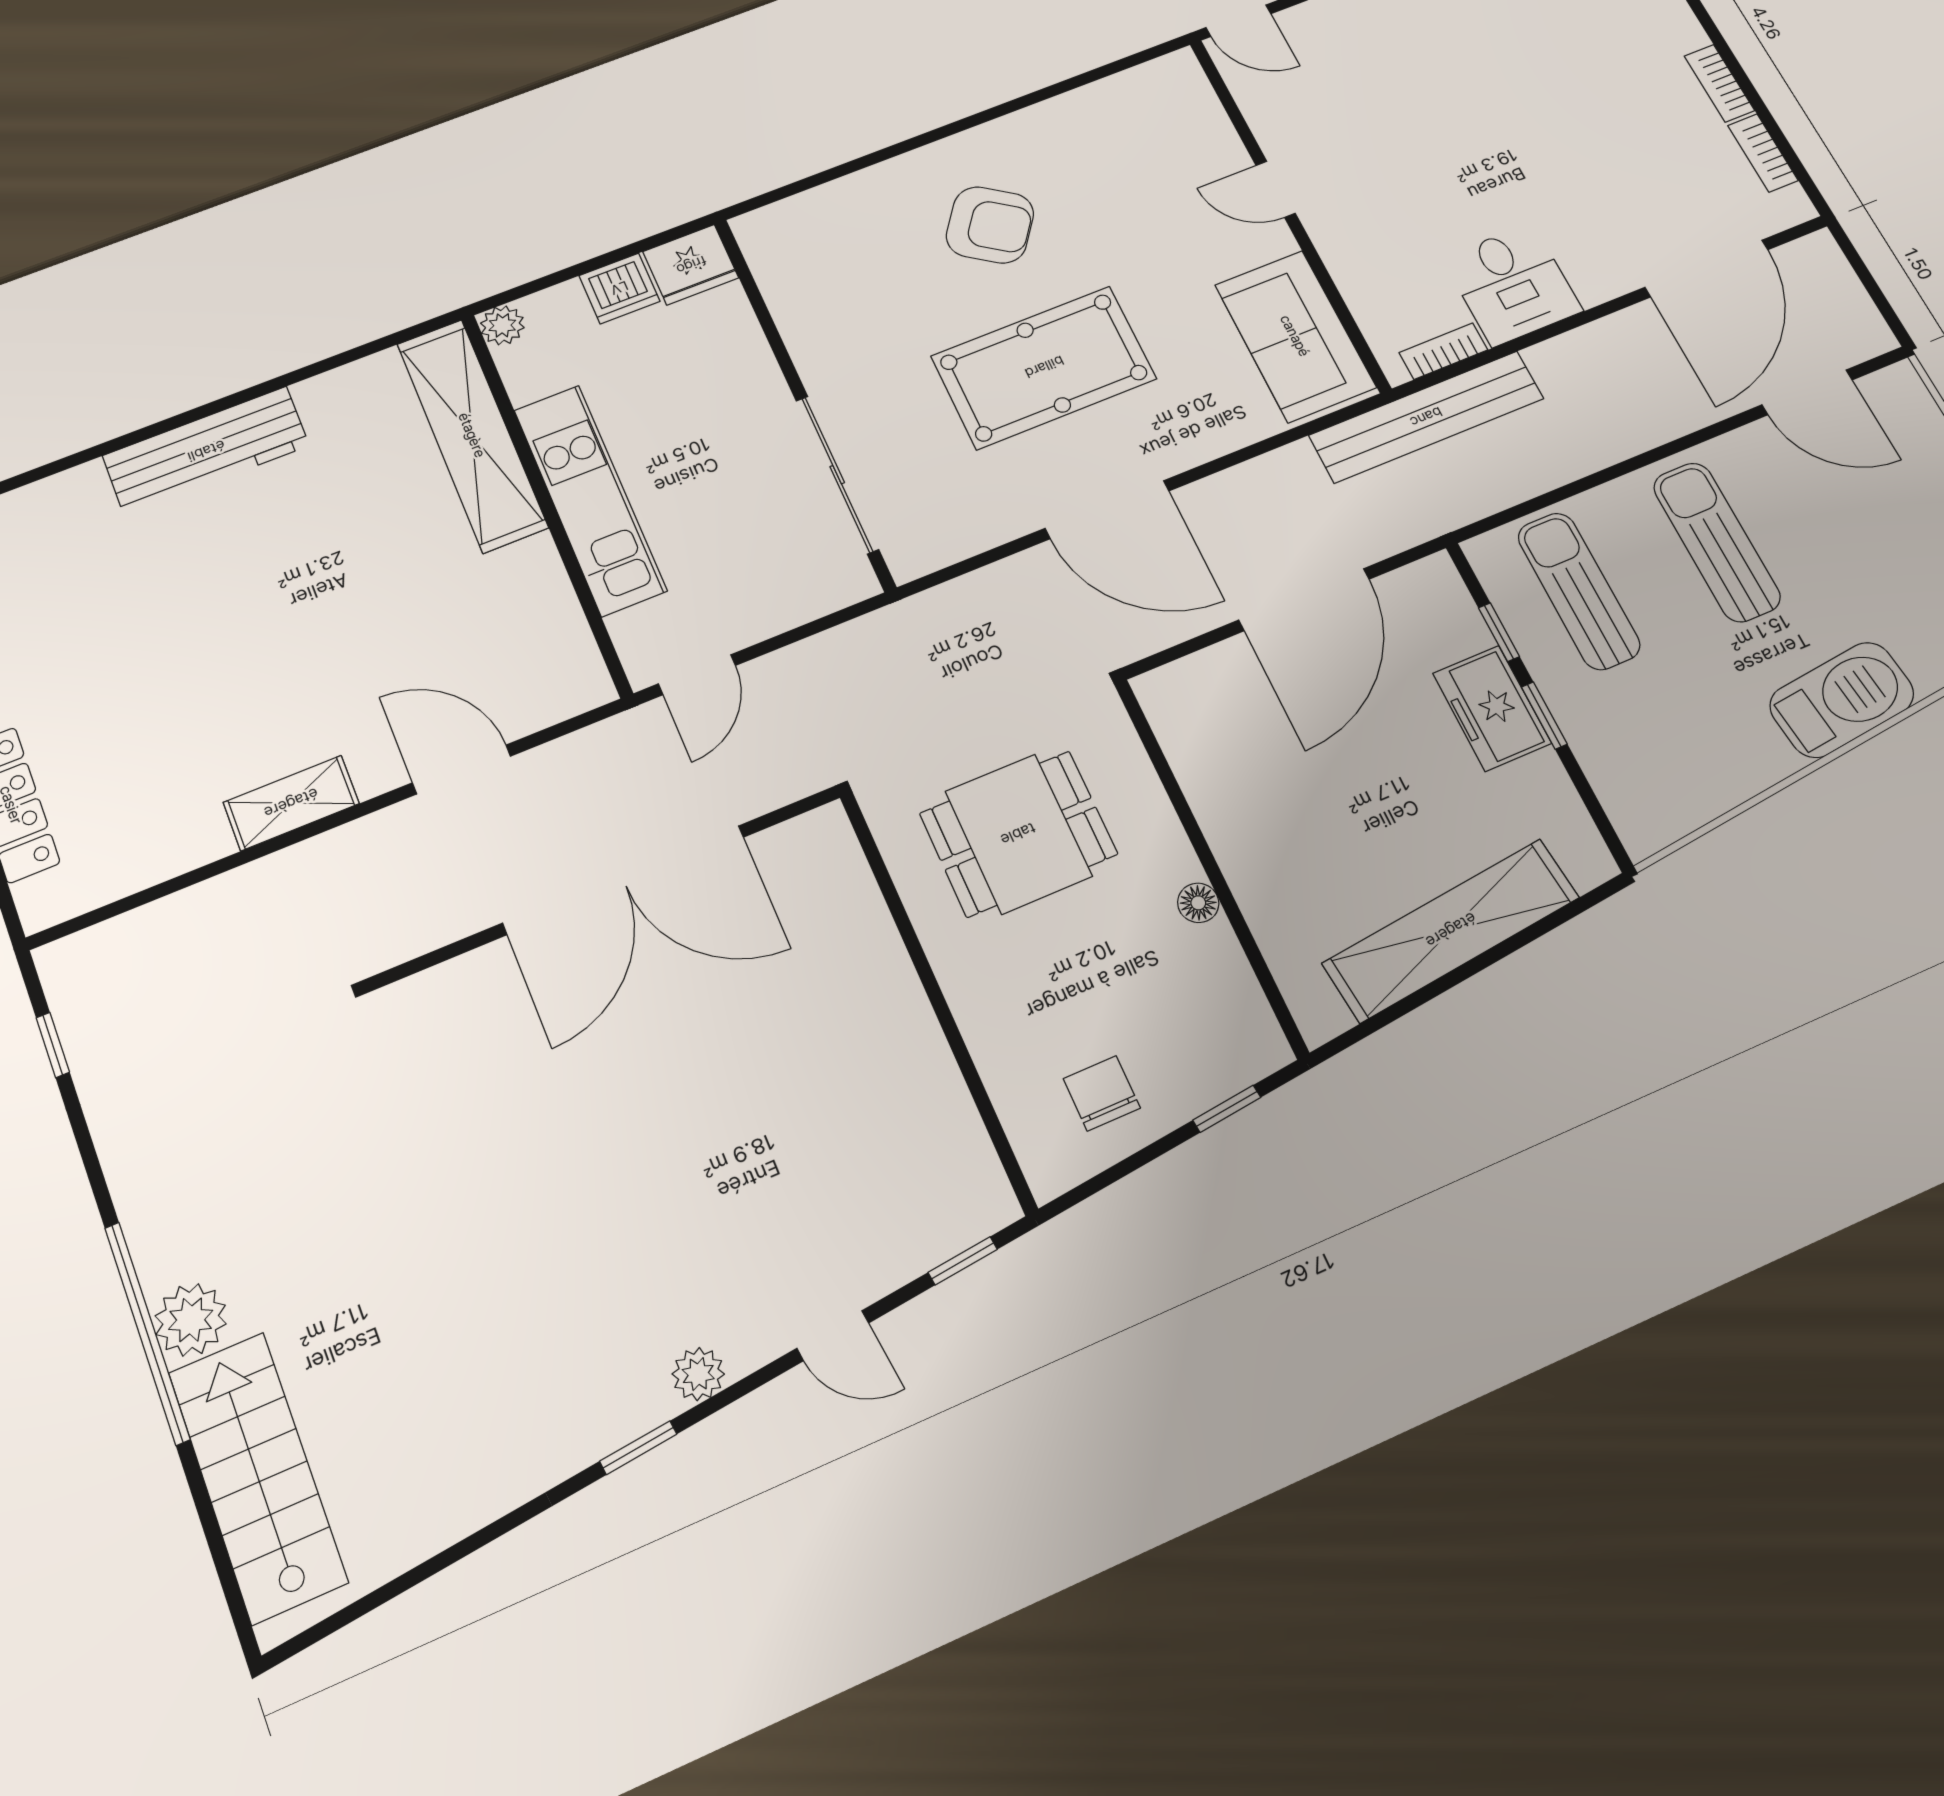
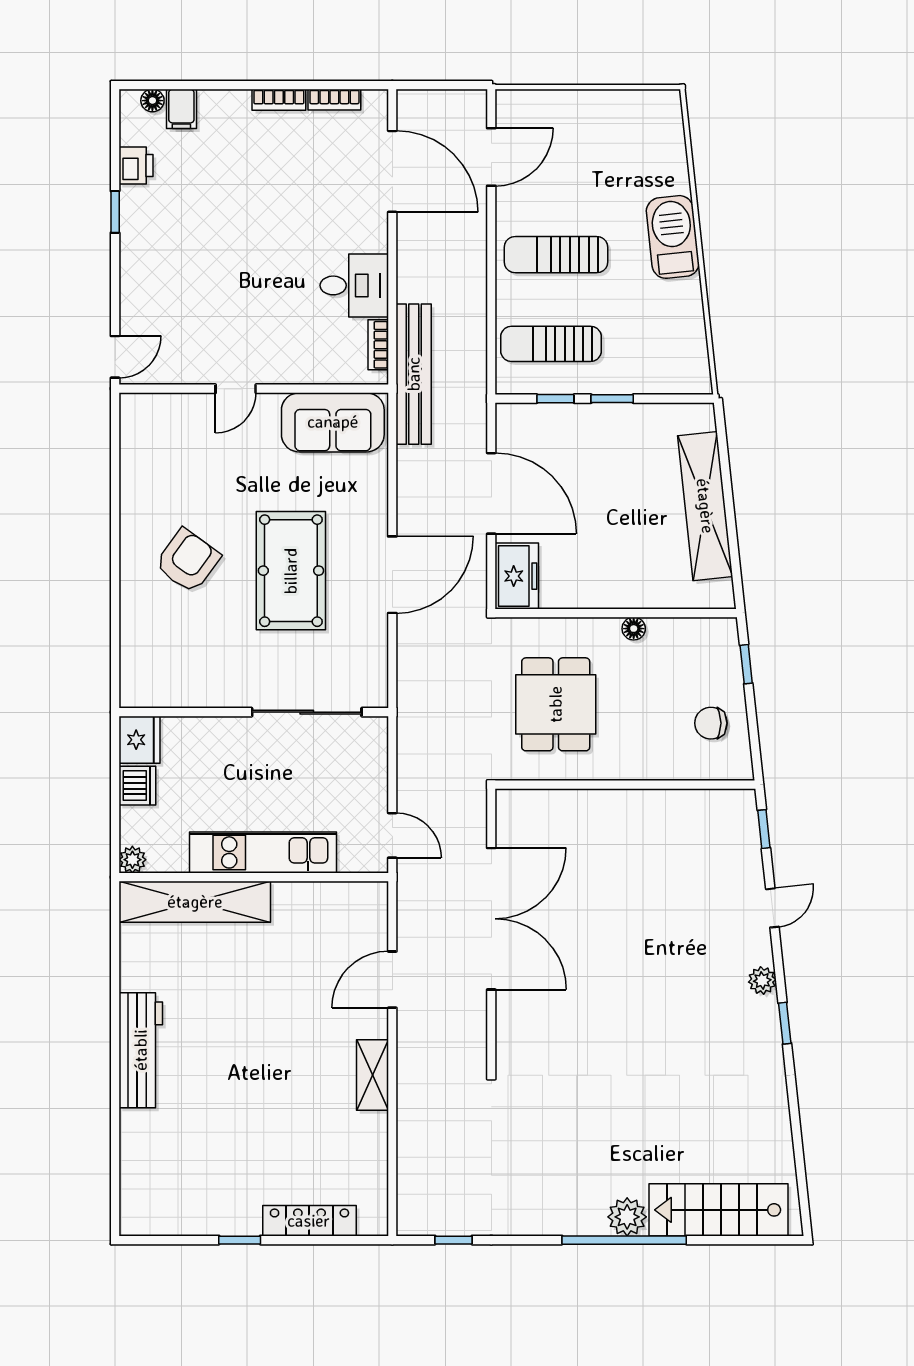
freezer: (1492, 708) -> (517, 576), moved, turned -90

